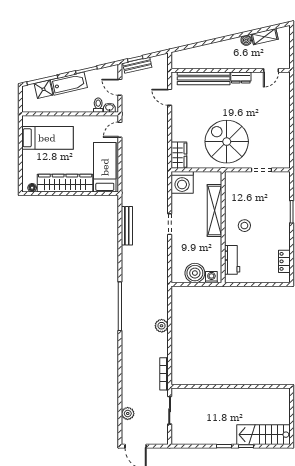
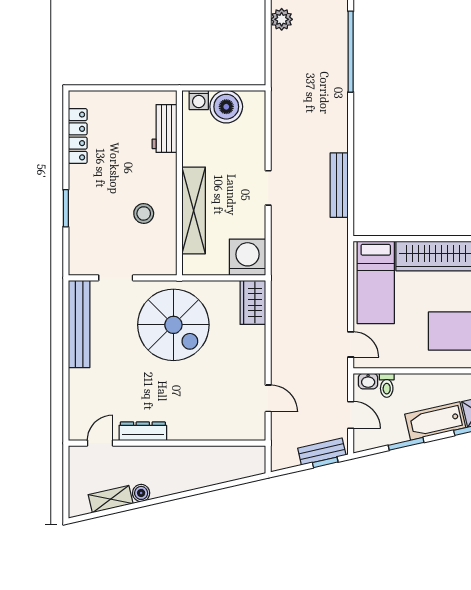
dresser: (241, 77) -> (143, 431), width x1.44
bench: (204, 78) -> (79, 324), moved, turned 90
door: (120, 130) -> (351, 344), hinge flipped
stool: (244, 226) -> (144, 213), moved
locker: (284, 261) -> (78, 136), width x1.53

